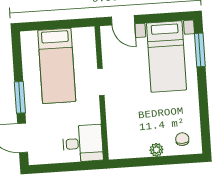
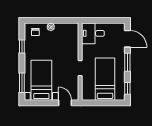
window: (17, 52) -> (127, 88), added
window: (204, 112) -> (22, 47), added

